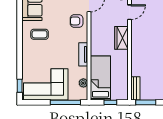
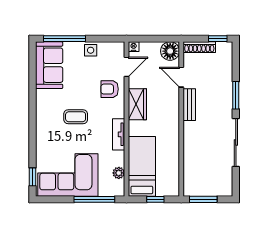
door: (130, 12) -> (181, 77), swing flipped
coffee table: (40, 34) -> (76, 117), moved
wardrobe: (122, 38) -> (137, 104), moved, turned 180
bench: (135, 88) -> (189, 105), moved

